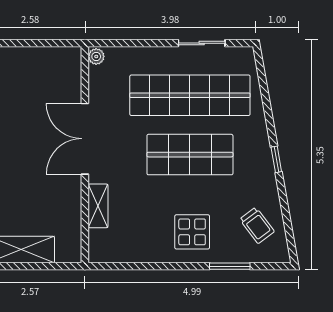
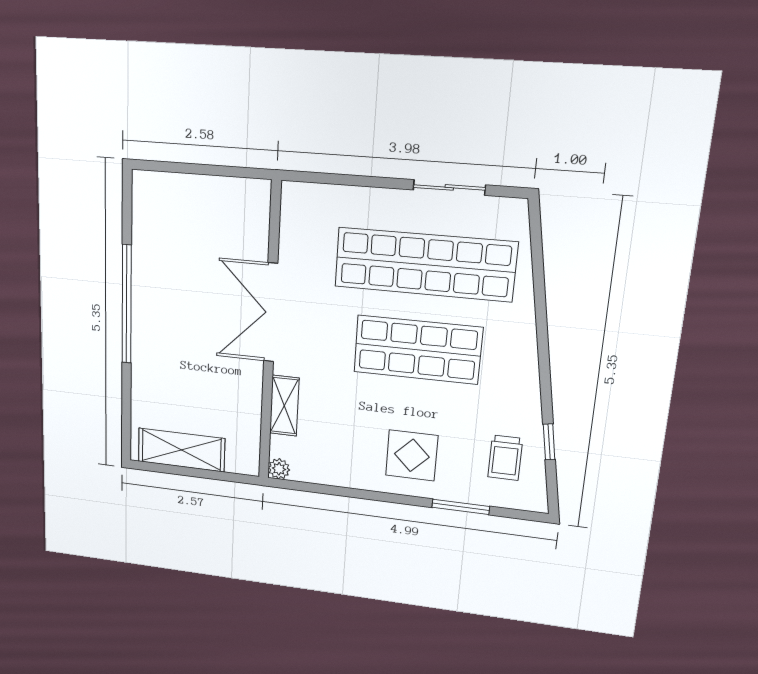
plant: (96, 56) -> (279, 469), moved
window: (276, 159) -> (549, 442), moved
trolley: (257, 225) -> (505, 458), turned 37

